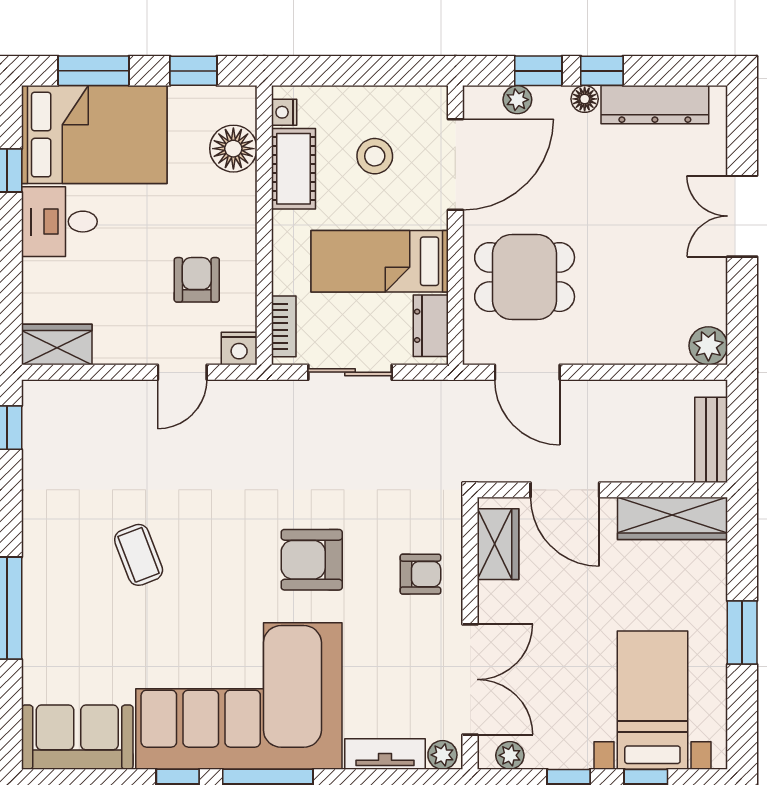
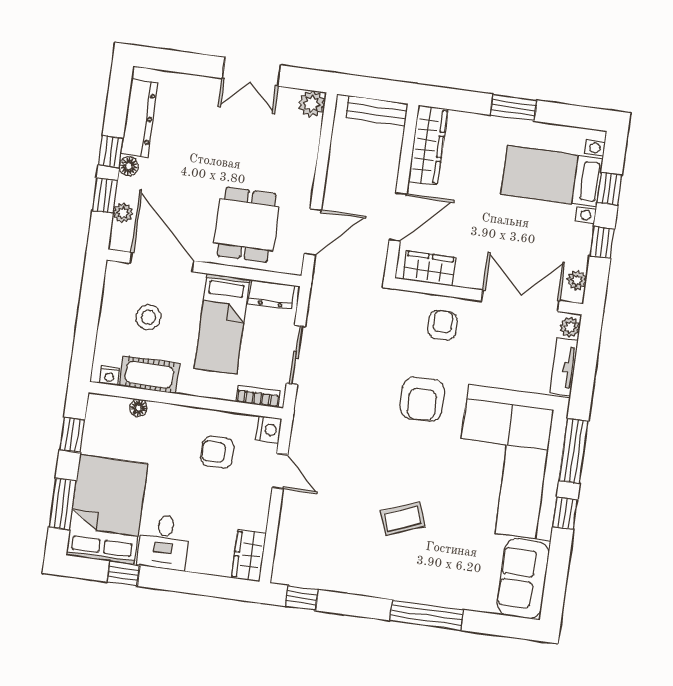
floor lamp: (233, 149) -> (138, 408), width x0.53, depth x0.53
double door: (742, 216) -> (252, 72), moved

